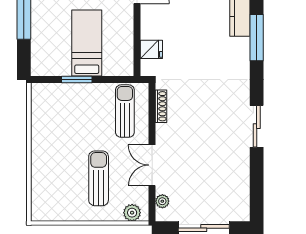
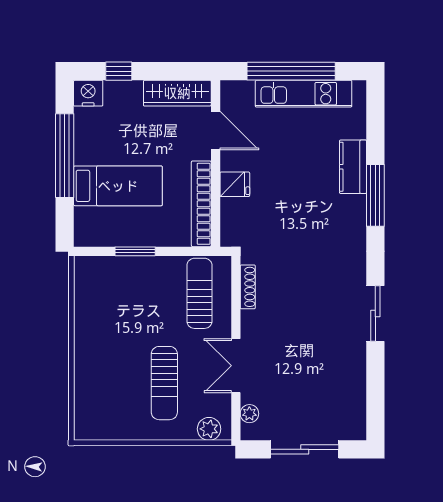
bed: (87, 43) -> (118, 186), moved, turned 90
bookcase: (126, 44) -> (201, 204), added
fridge: (151, 49) -> (235, 184), moved
sun lounger: (99, 178) -> (164, 383), turned 180

